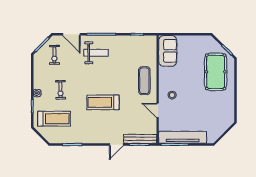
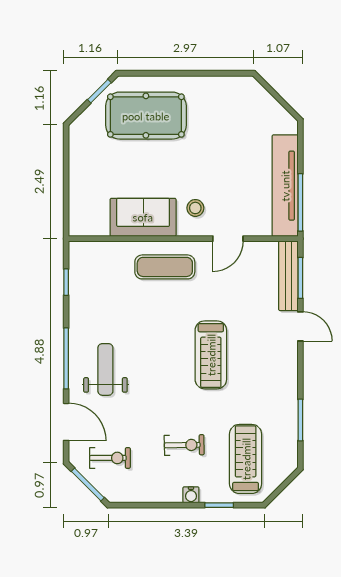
door: (71, 34) -> (66, 422), hinge flipped
sofa: (168, 51) -> (143, 217), moved

